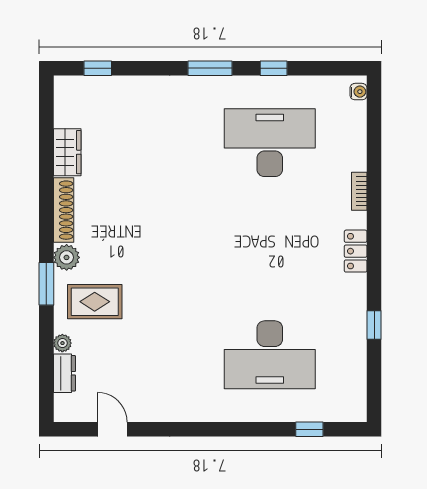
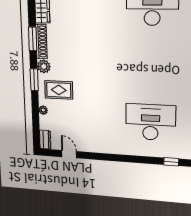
window: (46, 205) -> (33, 39), added
desk: (270, 355) -> (150, 122), turned 180
dresser: (64, 373) -> (45, 140), moved

